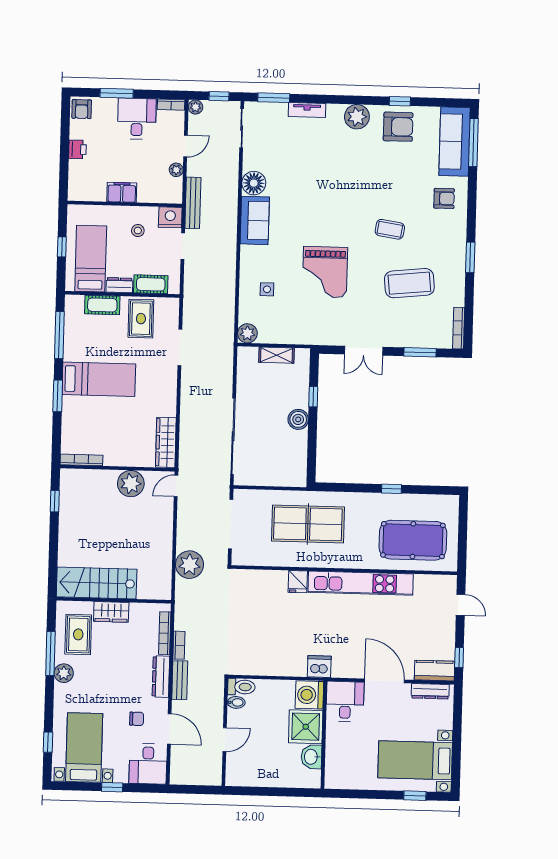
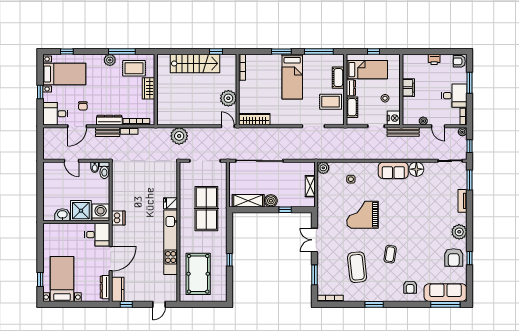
shelving: (297, 456) -> (248, 201), added
stairs: (97, 583) -> (195, 63), moved, turned 90

